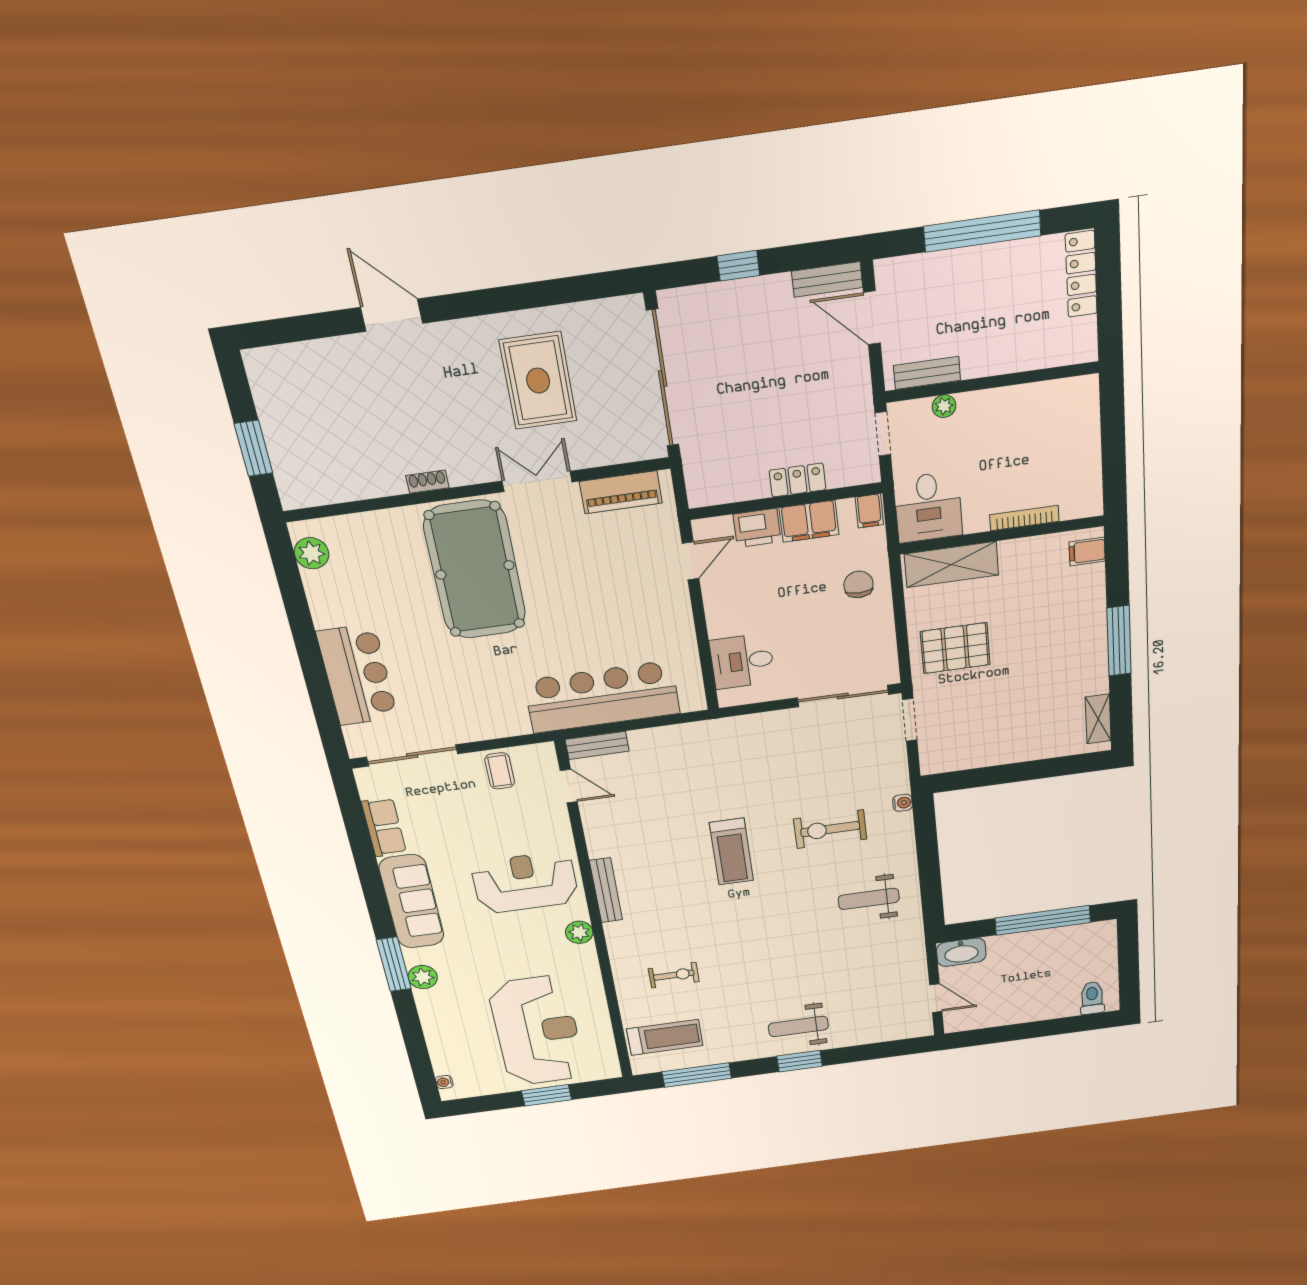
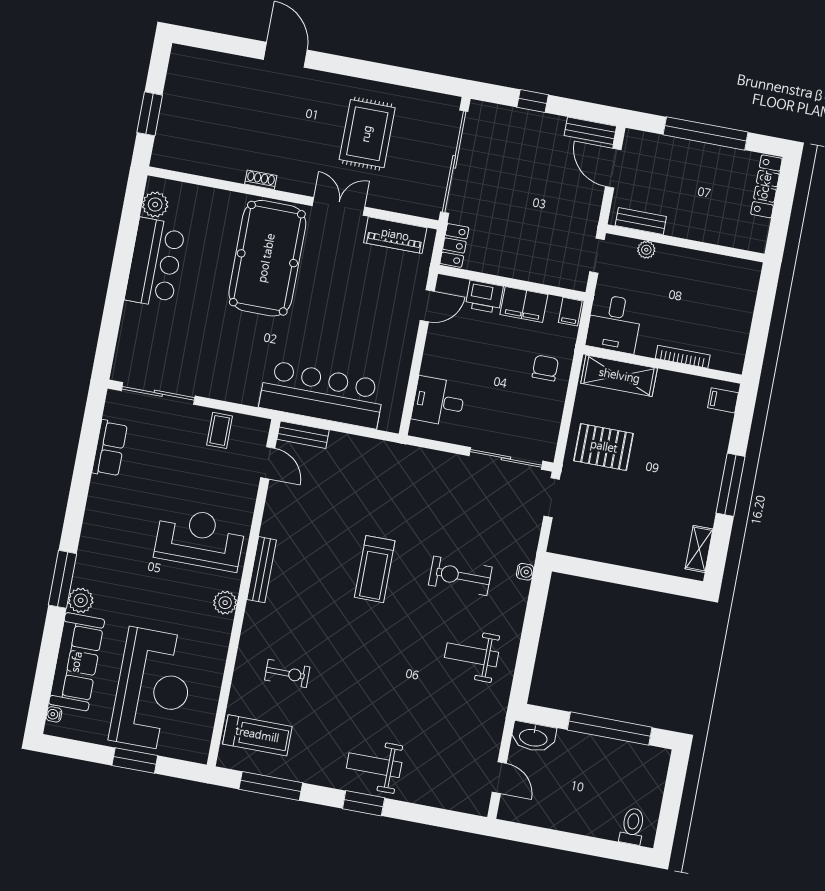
locker: (798, 480) -> (454, 245), moved, turned 90
bar counter: (357, 675) -> (155, 263), moved
sofa: (412, 902) -> (77, 662), moved

